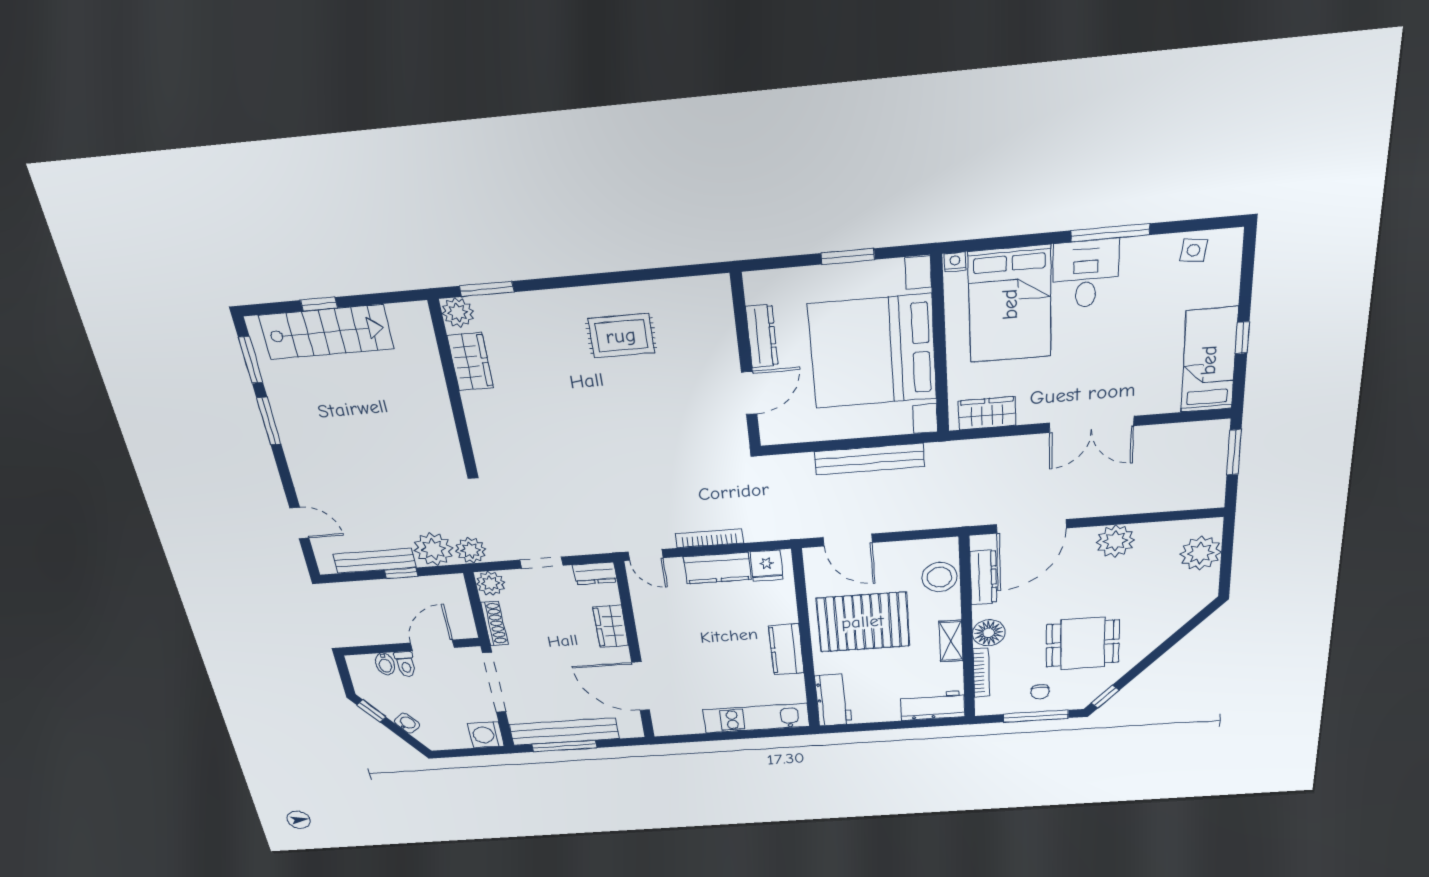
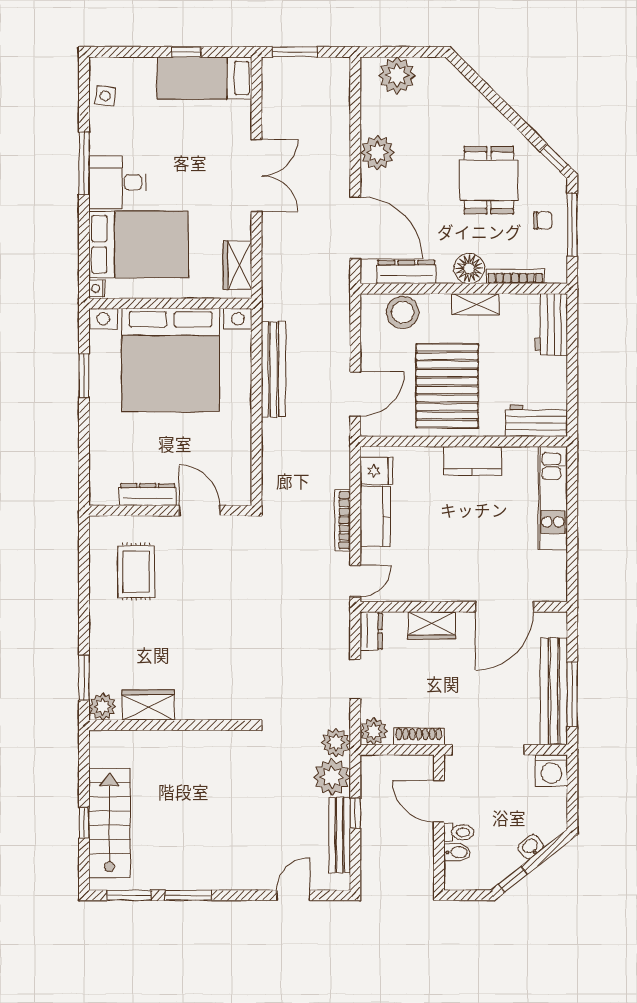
dresser: (762, 336) -> (148, 495), moved
wall: (746, 362) -> (170, 511), moved
door: (749, 393) -> (200, 511), moved

